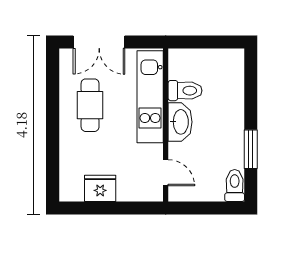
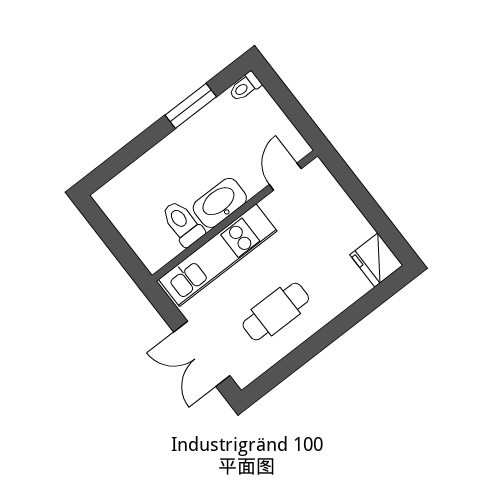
double door: (99, 42) -> (202, 354), swing flipped
toilet: (235, 186) -> (245, 87), width x0.73, depth x0.72
fridge: (100, 188) -> (376, 260), moved

